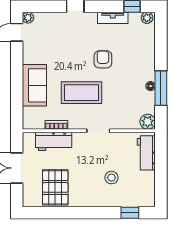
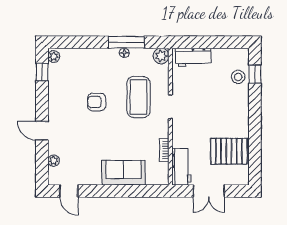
plant: (28, 18) -> (54, 161), moved
tv unit: (113, 18) -> (54, 92), removed
coffee table: (81, 93) -> (138, 97), moved
workbench: (54, 141) -> (181, 167), moved
stool: (111, 178) -> (238, 77), moved

